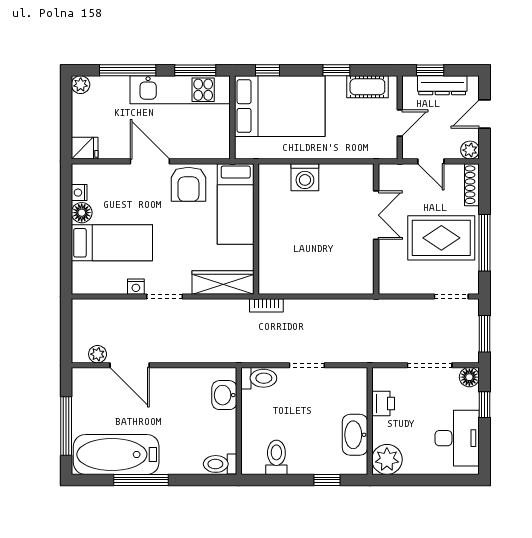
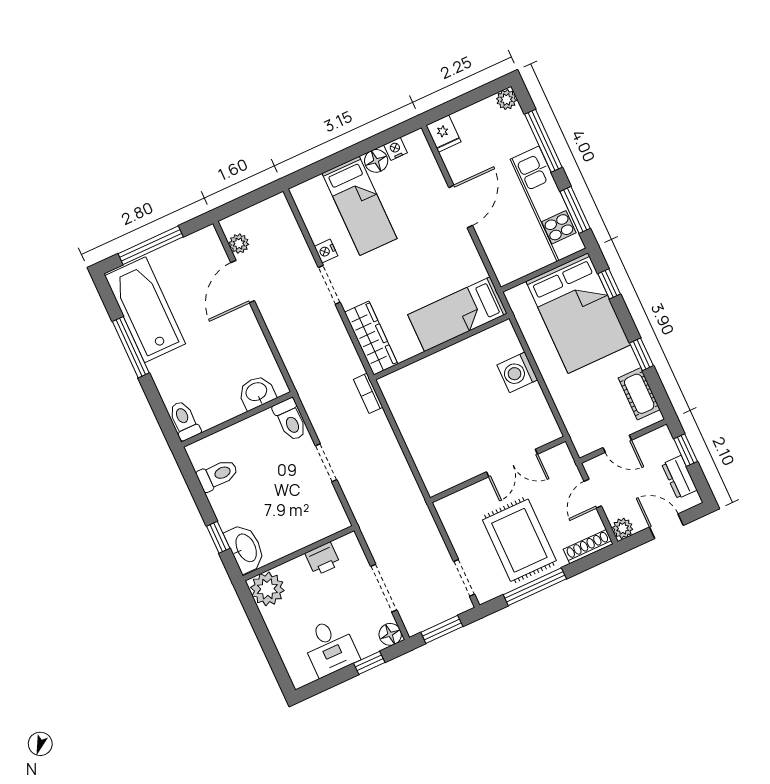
dresser: (442, 85) -> (679, 477), width x0.70
armchair: (188, 184) -> (455, 257), removed
washbasin: (355, 435) -> (245, 548), moved, turned 90
desk: (457, 438) -> (330, 647), width x0.73

